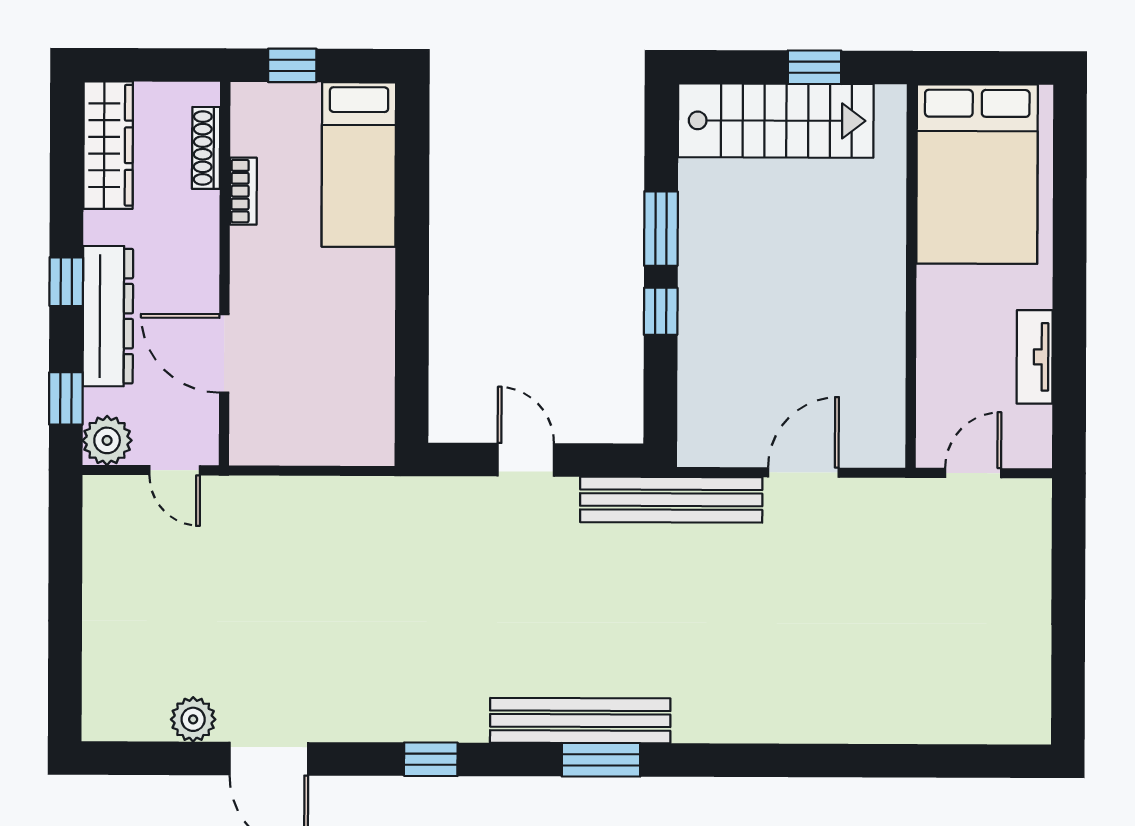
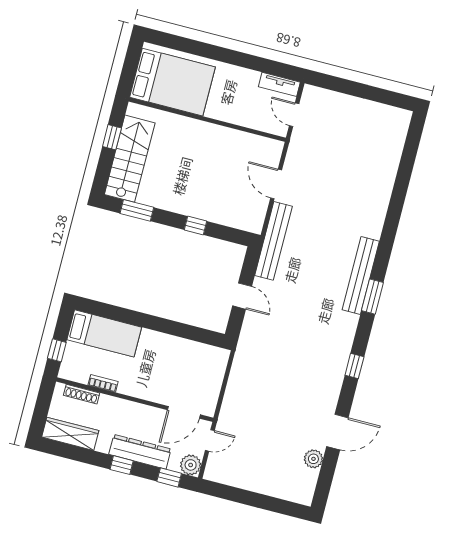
window: (661, 229) -> (137, 210), moved
door: (224, 353) -> (184, 412), moved
tv unit: (1035, 357) -> (279, 84), moved
door: (526, 460) -> (242, 296), swing flipped
bench: (580, 721) -> (361, 275), moved

